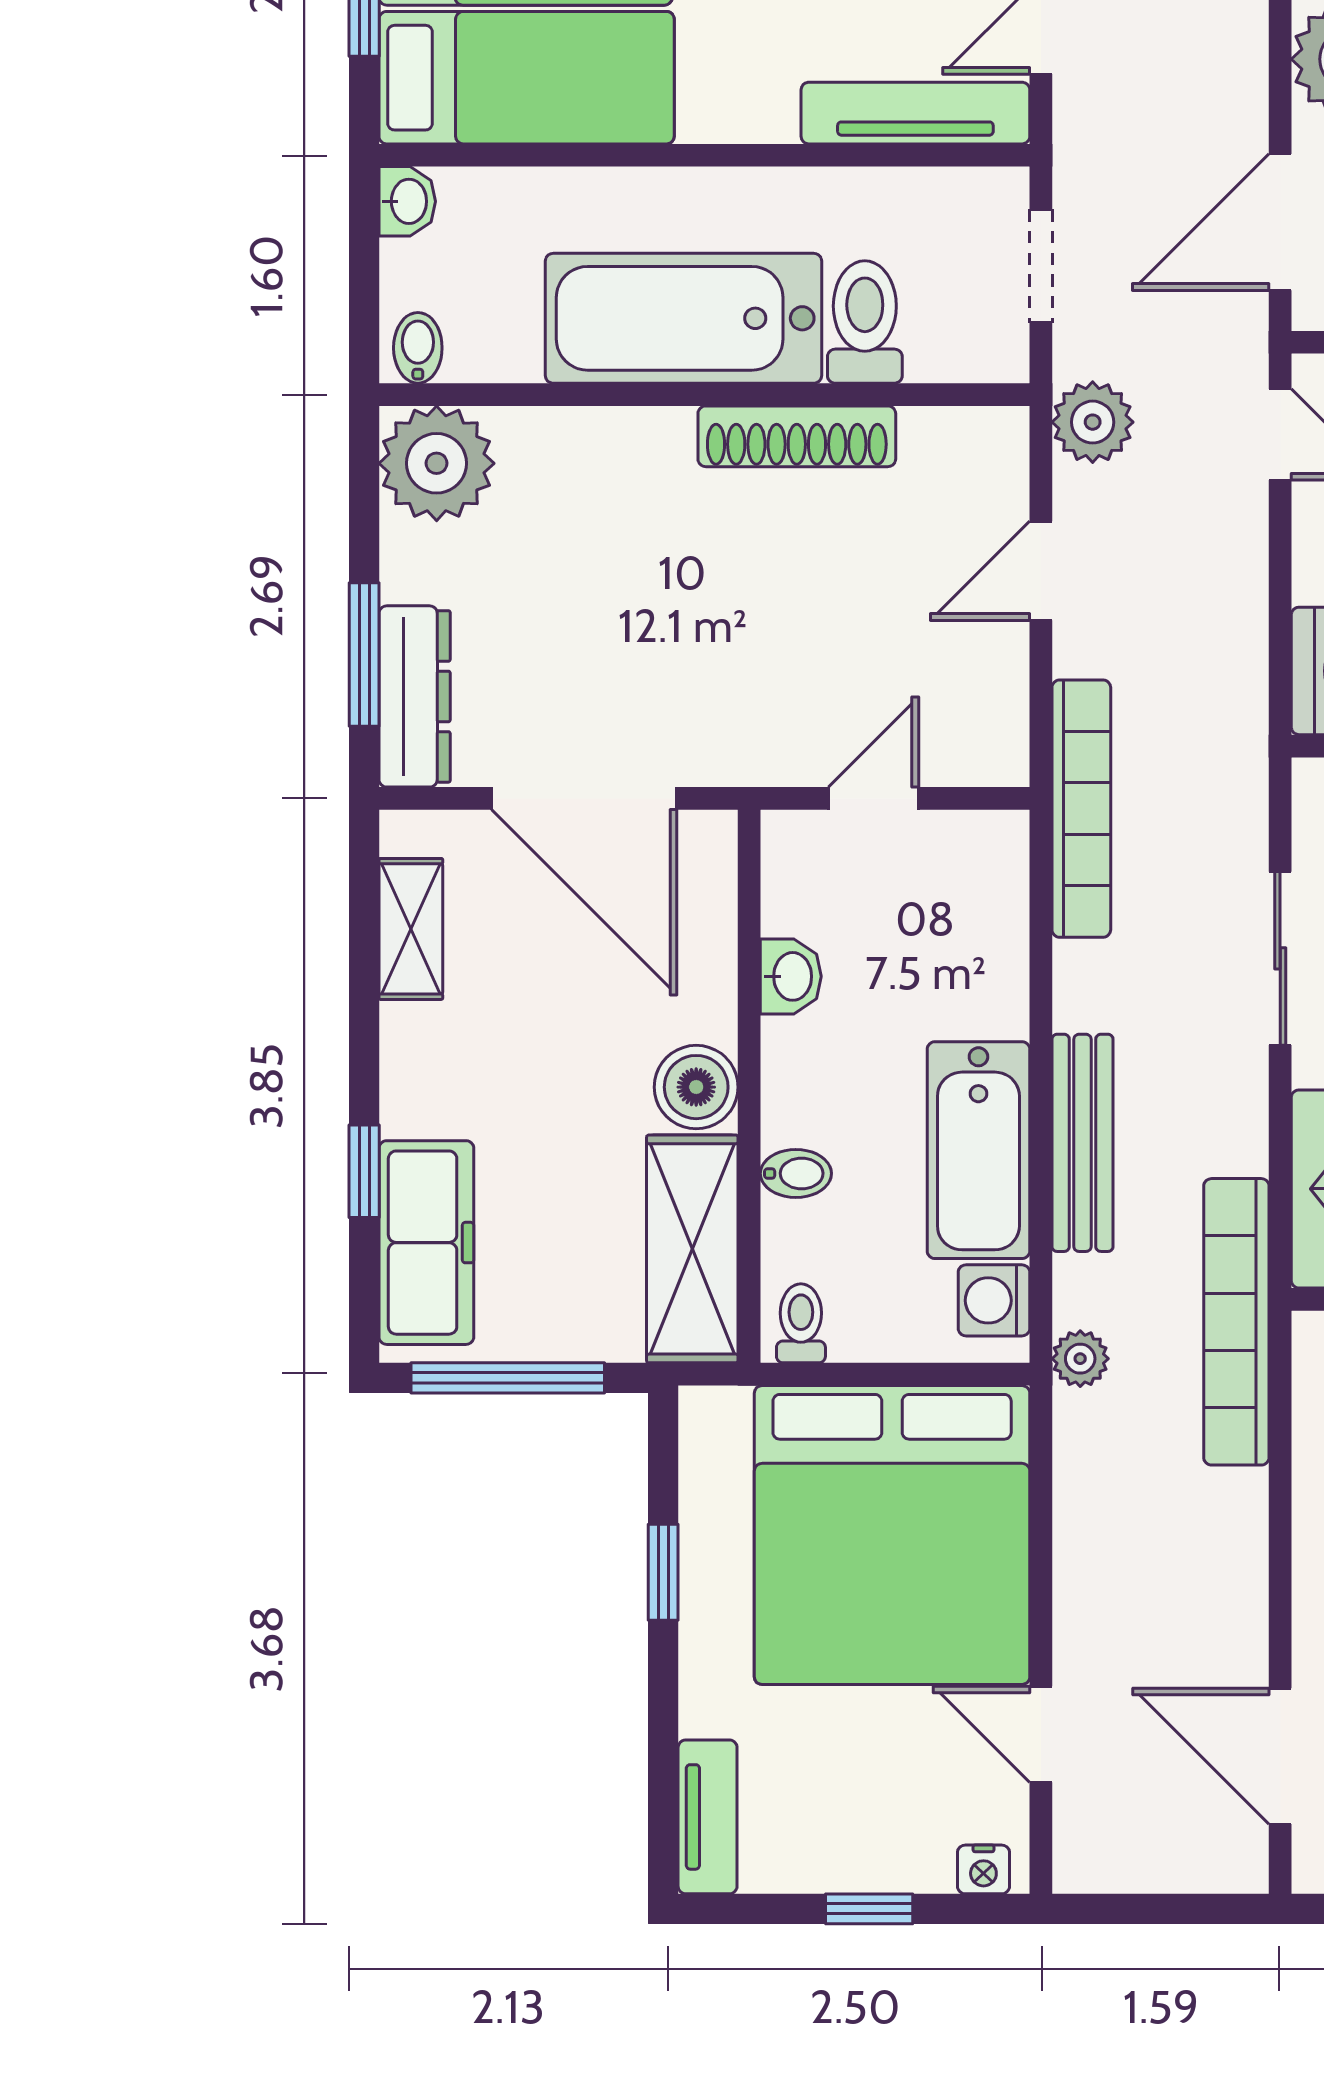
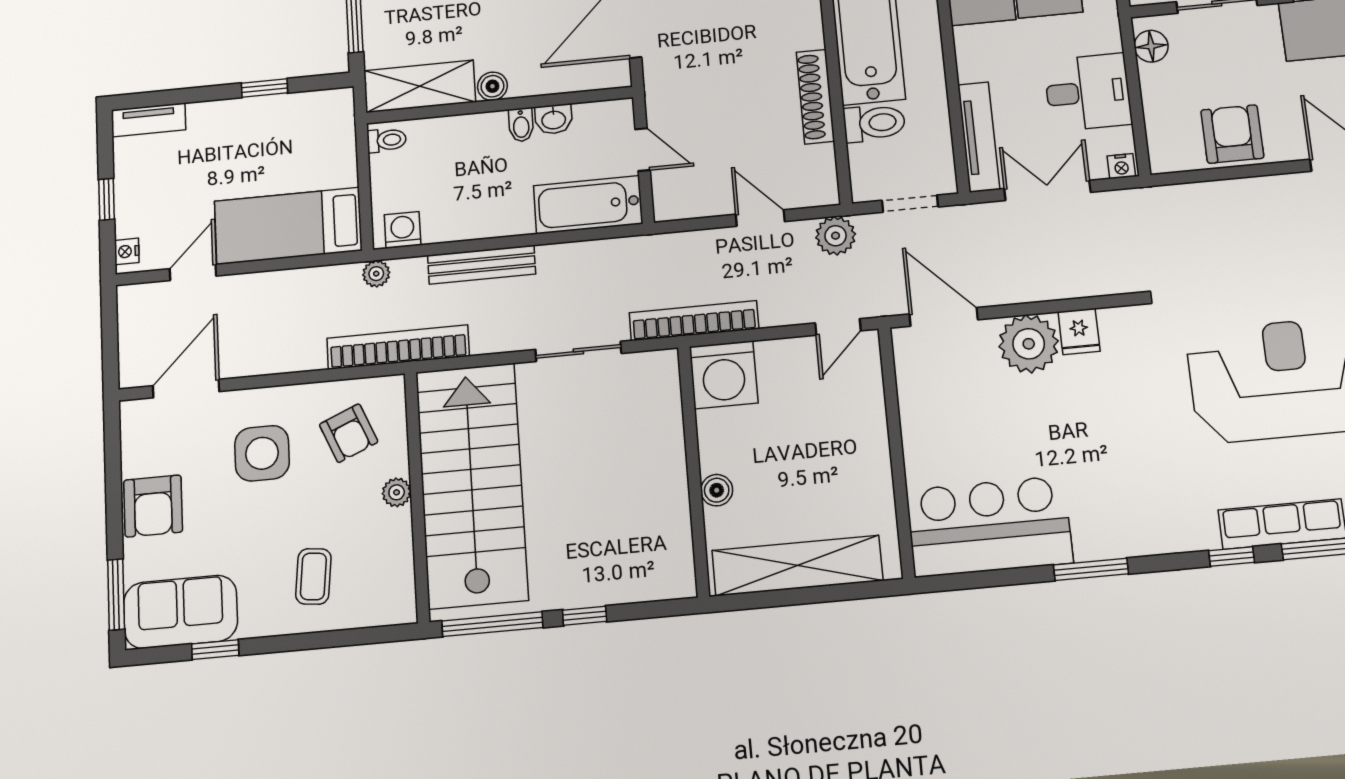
bookcase: (1081, 809) -> (694, 321), moved, turned 180
boiler: (696, 1087) -> (492, 86), width x0.73, depth x0.73
bathtub: (978, 1150) -> (588, 205), moved
bidet: (796, 1173) -> (521, 125), moved
bed: (892, 1535) -> (288, 226), width x0.49

